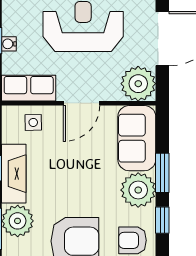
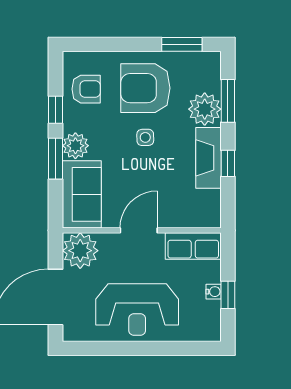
side table: (33, 122) -> (145, 137), moved
plant: (138, 190) -> (75, 146), width x0.73, depth x0.73

